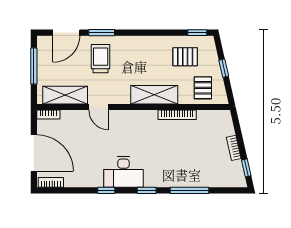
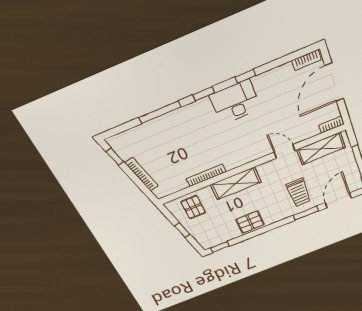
pallet: (185, 57) -> (250, 222), moved
bookcase: (234, 148) -> (142, 174), width x1.56
door: (34, 153) -> (334, 82), hinge flipped

